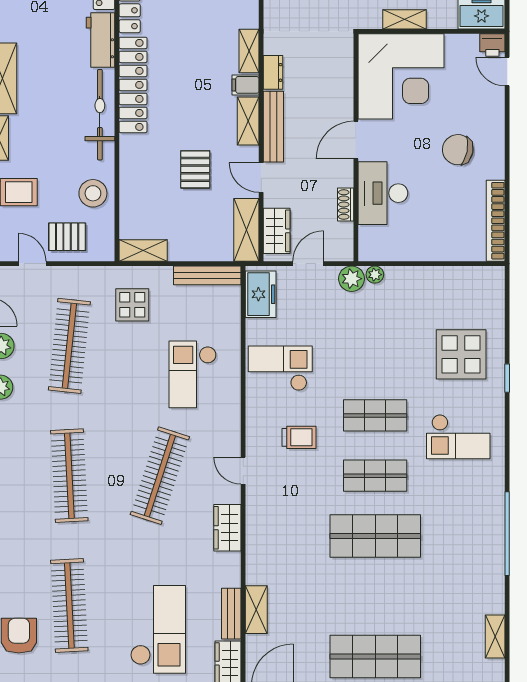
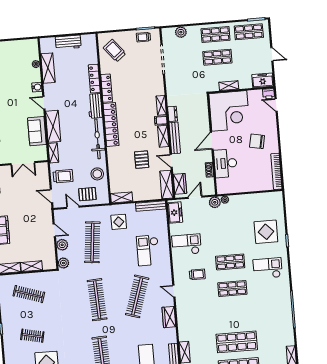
checkout: (458, 437) -> (268, 268), turned 180
shop shelf: (375, 536) -> (237, 342), moved

